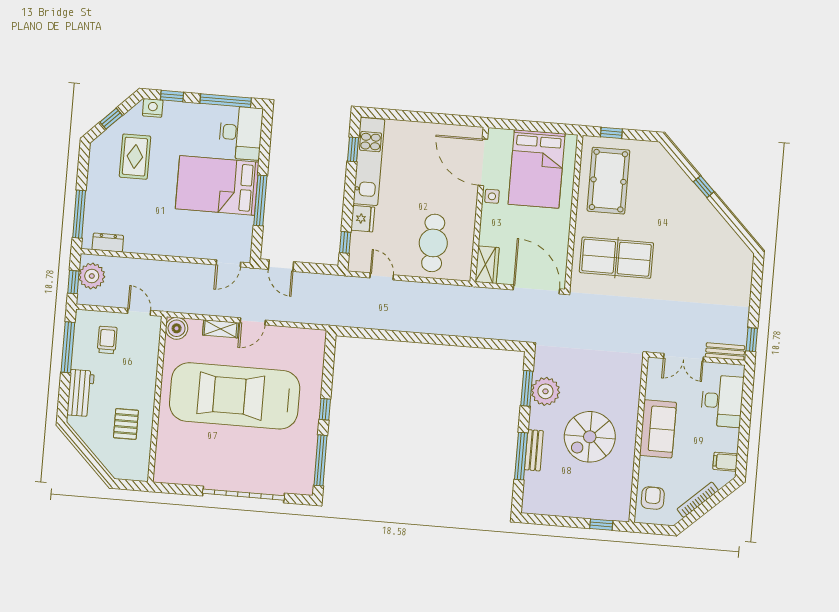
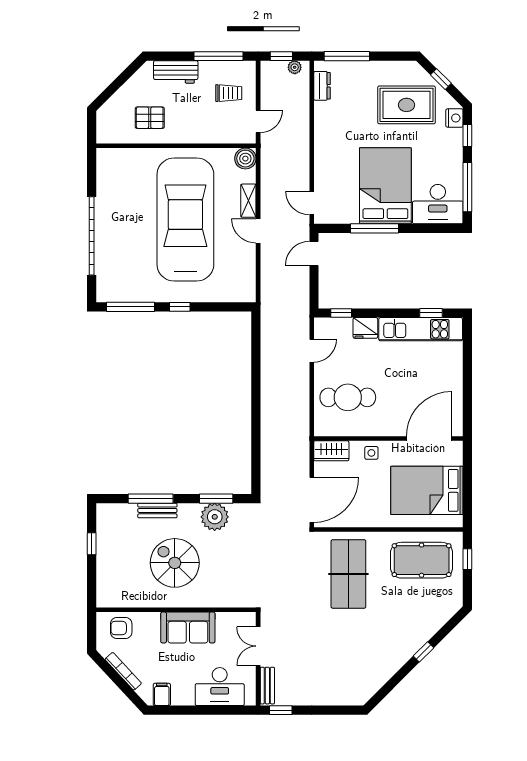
rug: (135, 157) -> (407, 105), width x1.36, depth x1.43
side table: (492, 196) -> (371, 453), moved
plant: (92, 276) -> (295, 67), width x0.53, depth x0.53
armchair: (653, 498) -> (121, 628), turned 180
window: (601, 525) -> (92, 544), moved

